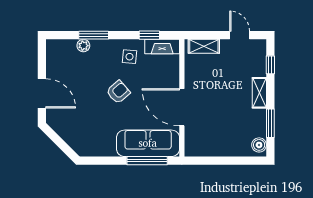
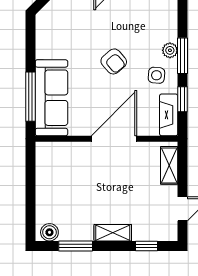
window: (94, 35) -> (182, 56), moved
plant: (83, 46) -> (170, 50), moved
door: (182, 107) -> (114, 139), moved

